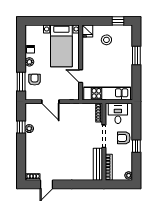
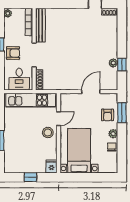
window: (118, 21) -> (30, 177), moved
stool: (106, 40) -> (48, 133), moved
door: (81, 76) -> (59, 119), hinge flipped
door: (50, 102) -> (91, 92), hinge flipped

